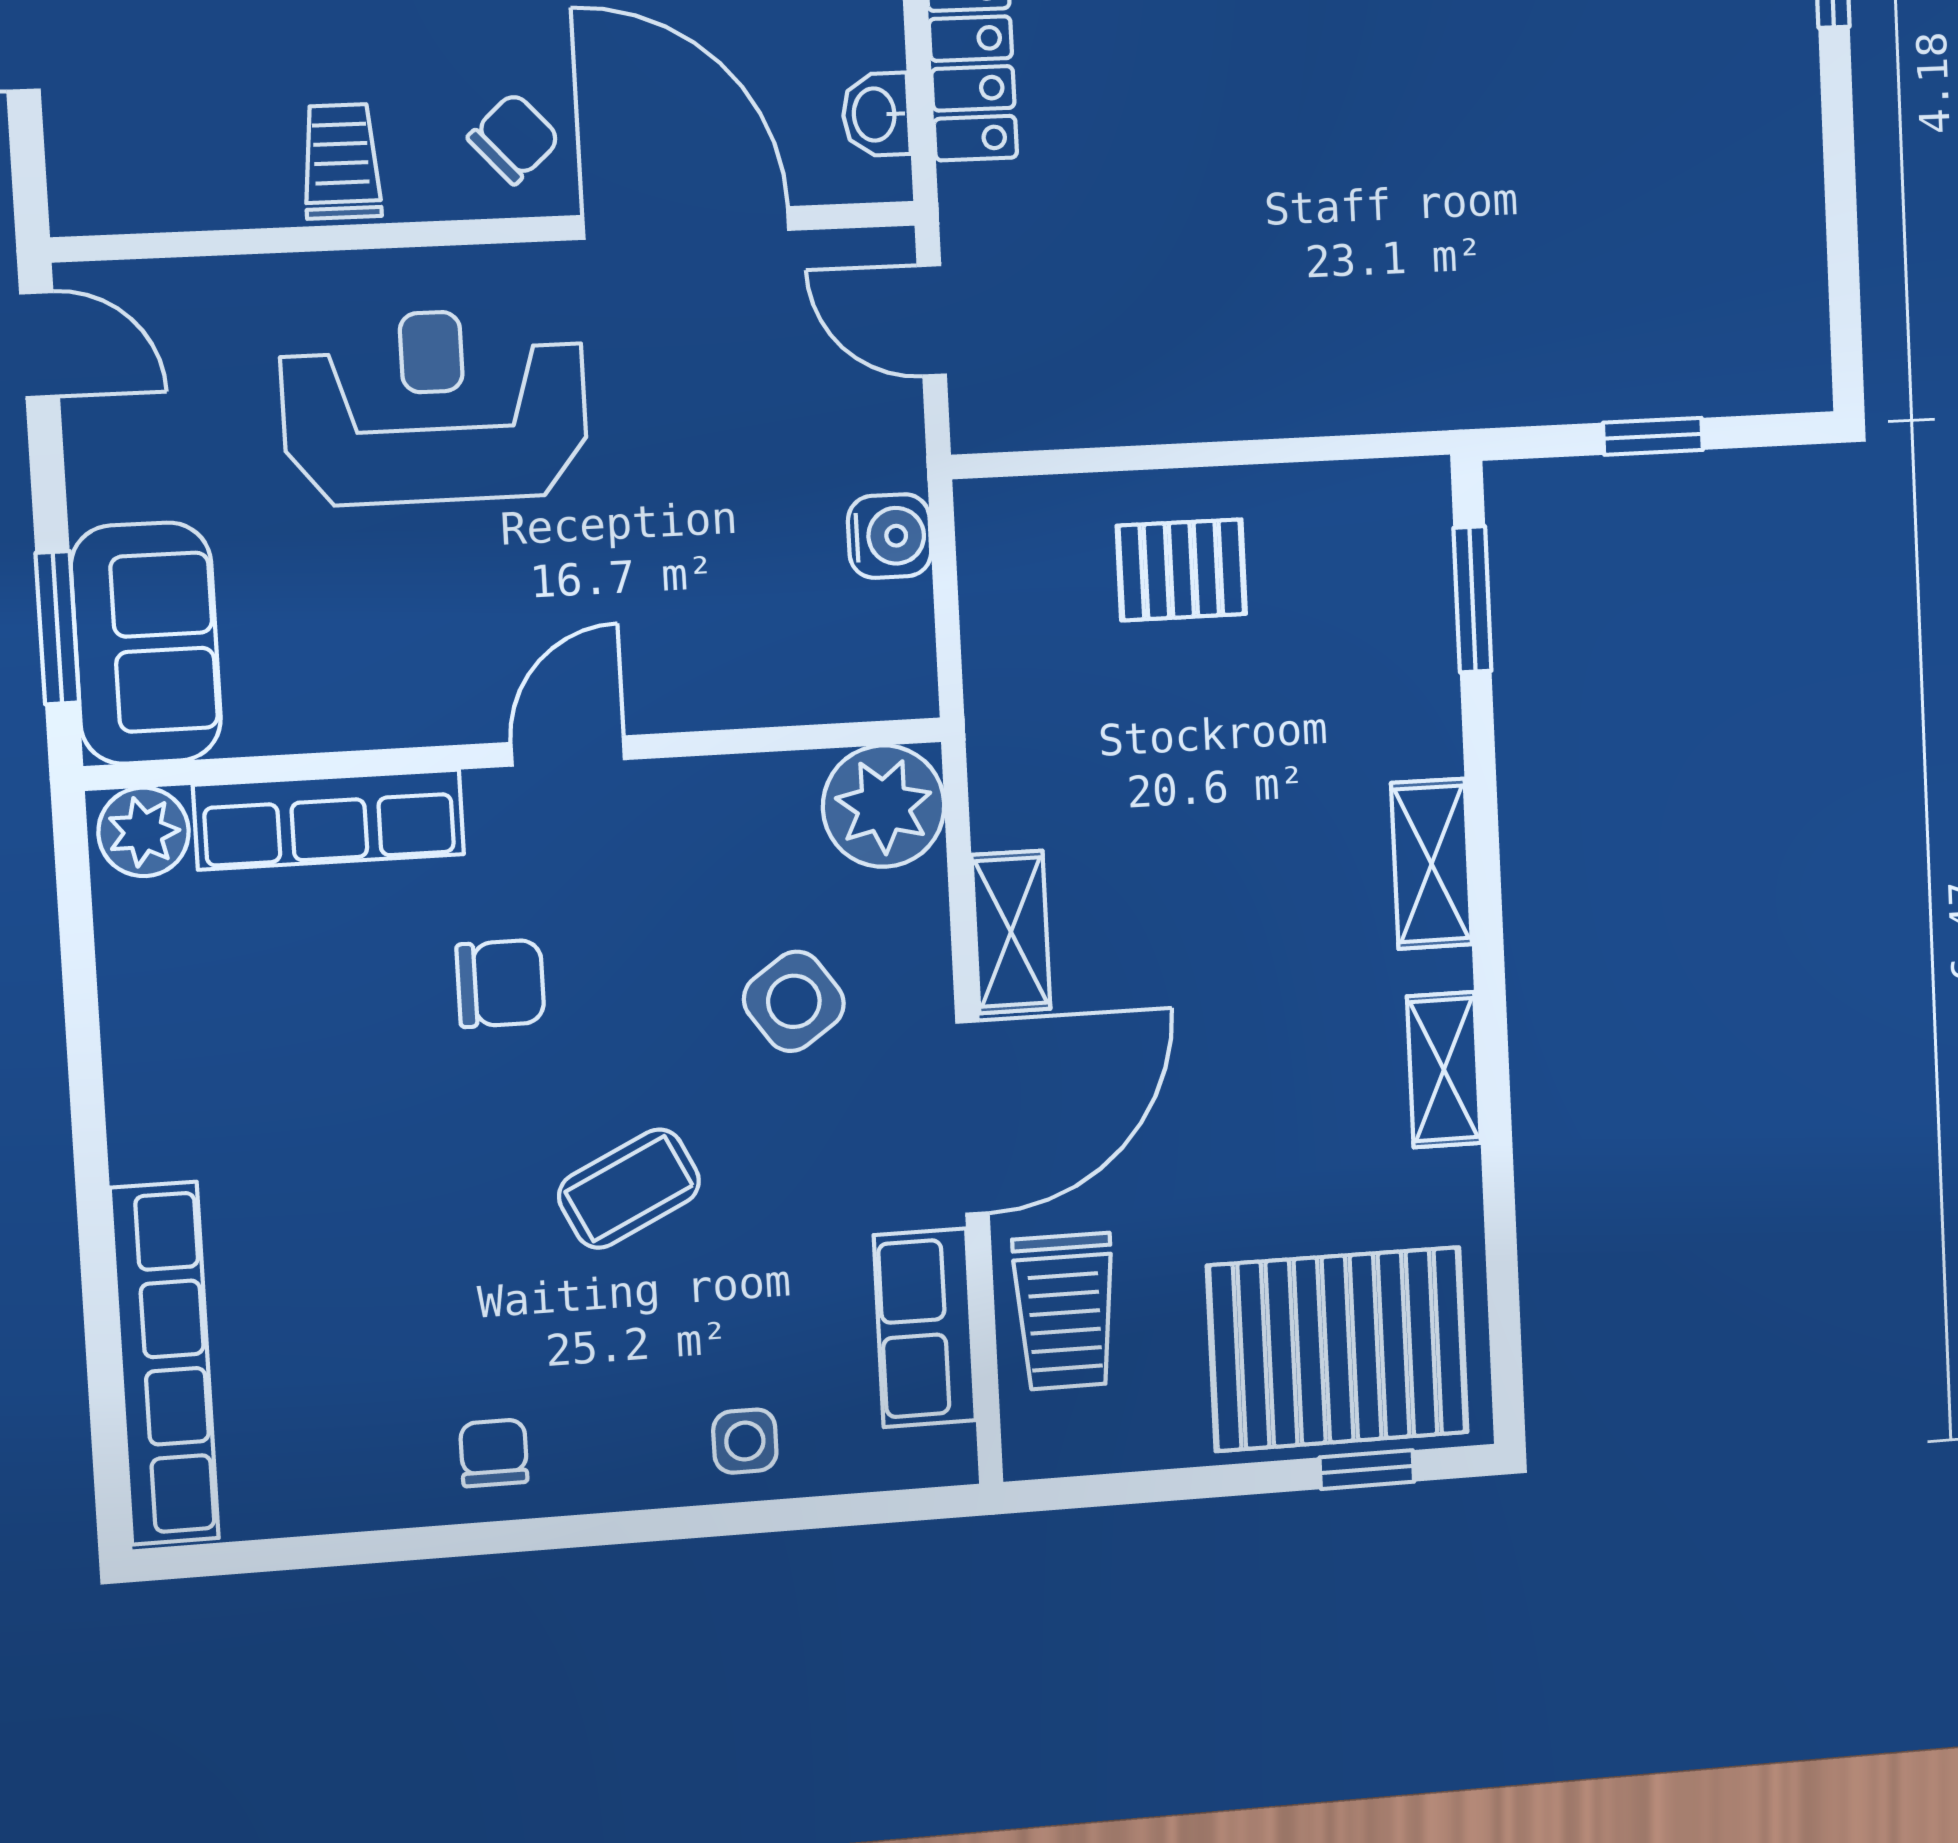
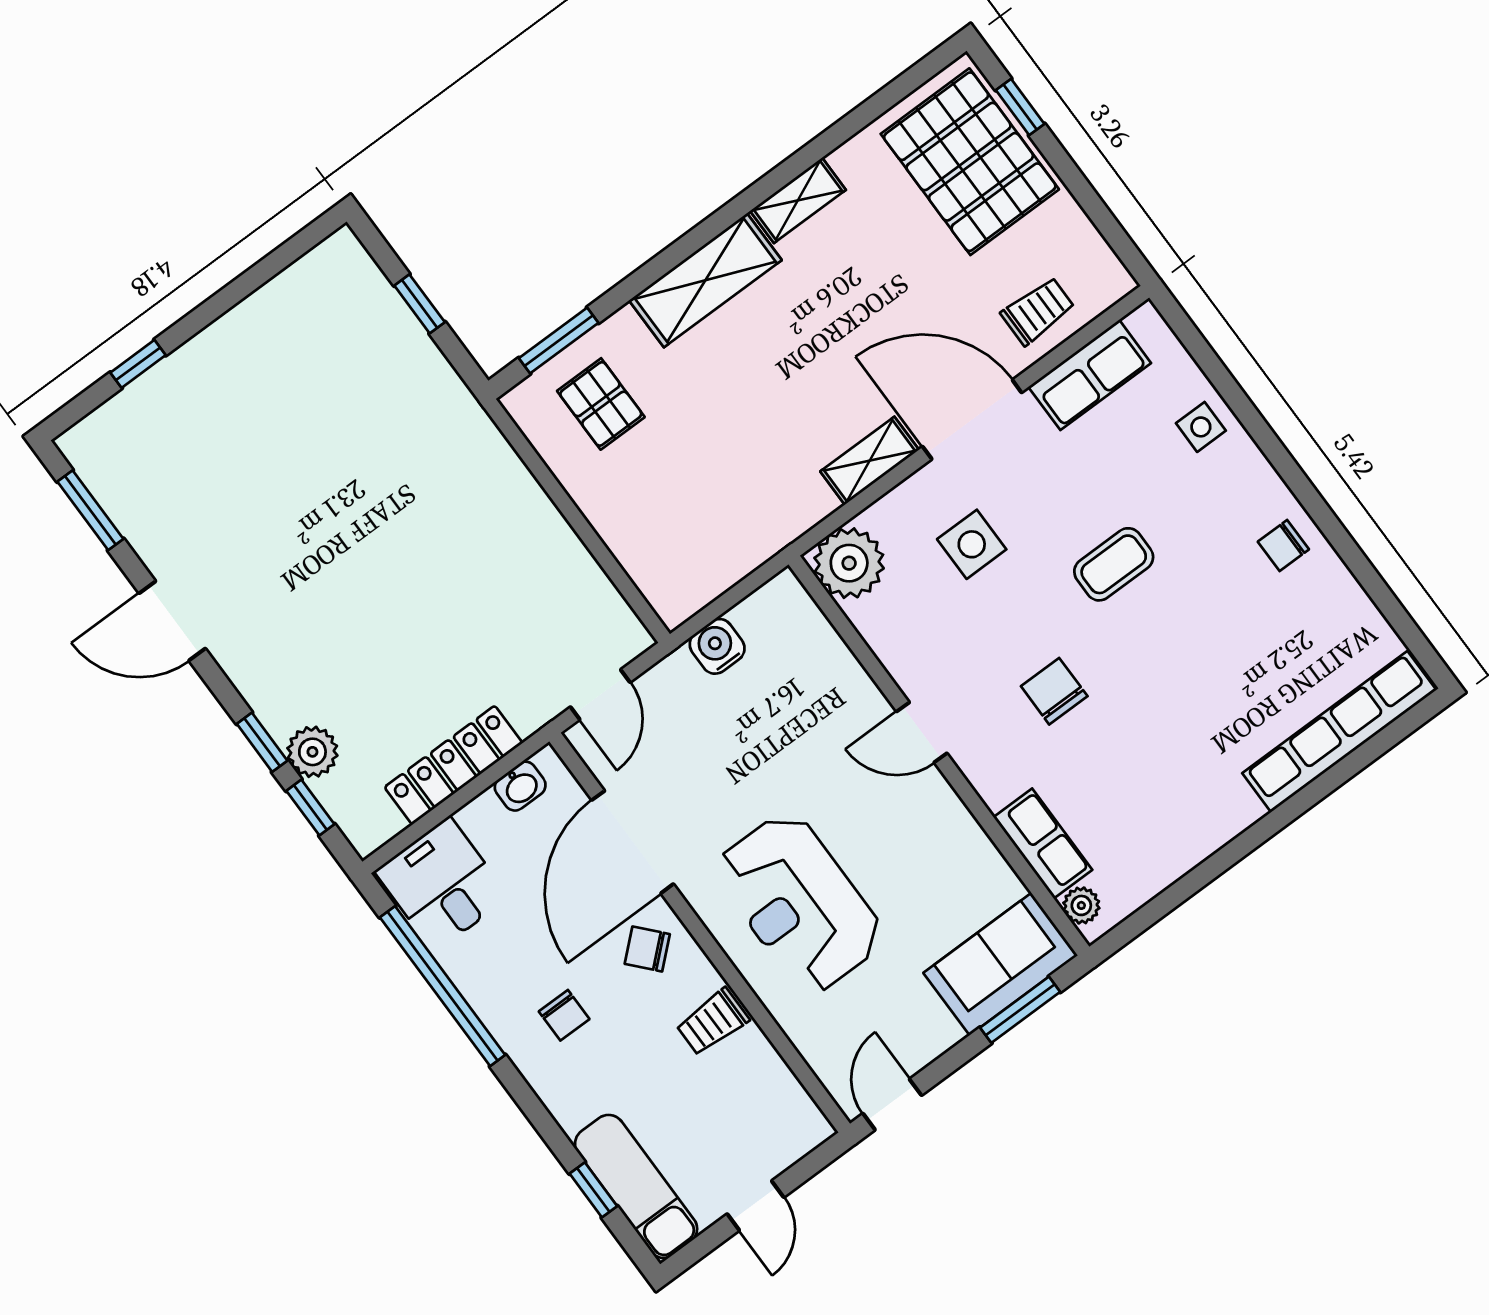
pallet: (1181, 570) -> (601, 404), moved
row of seats: (329, 820) -> (1043, 843), width x0.68
plant: (144, 832) -> (1081, 905), width x0.73, depth x0.73
shelving: (1432, 864) -> (705, 280), width x1.50, depth x1.33
side table: (794, 1001) -> (972, 544), turned 35
coffee table: (629, 1189) -> (1114, 564), turned -64
trolley: (1065, 1311) -> (1038, 311), width x0.73, depth x0.72

